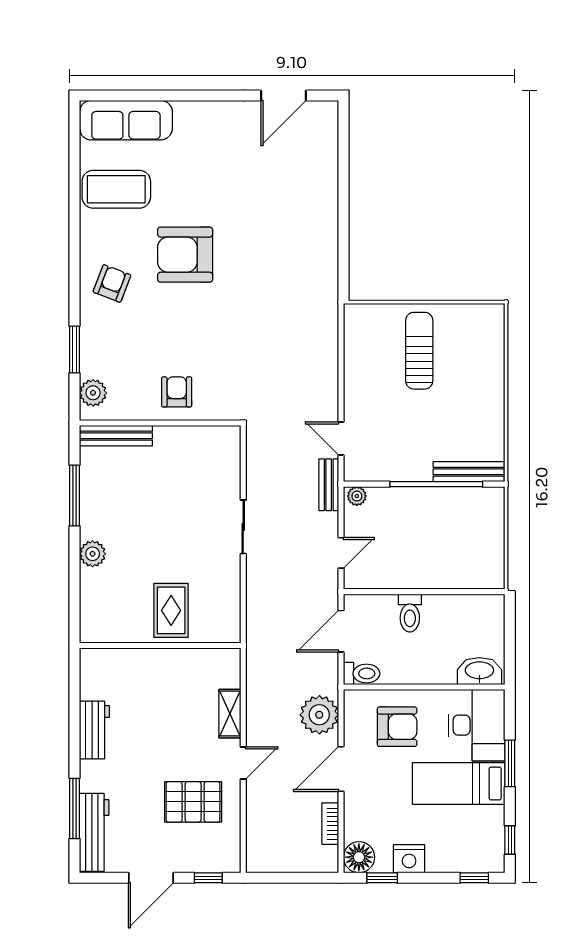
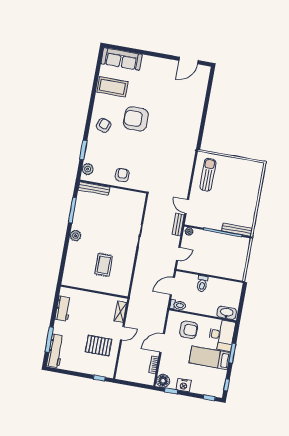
sun lounger: (419, 351) -> (208, 175), moved
wall: (160, 645) -> (94, 292), moved
plant: (319, 715) -> (157, 319), removed
door: (151, 878) -> (76, 374), removed

